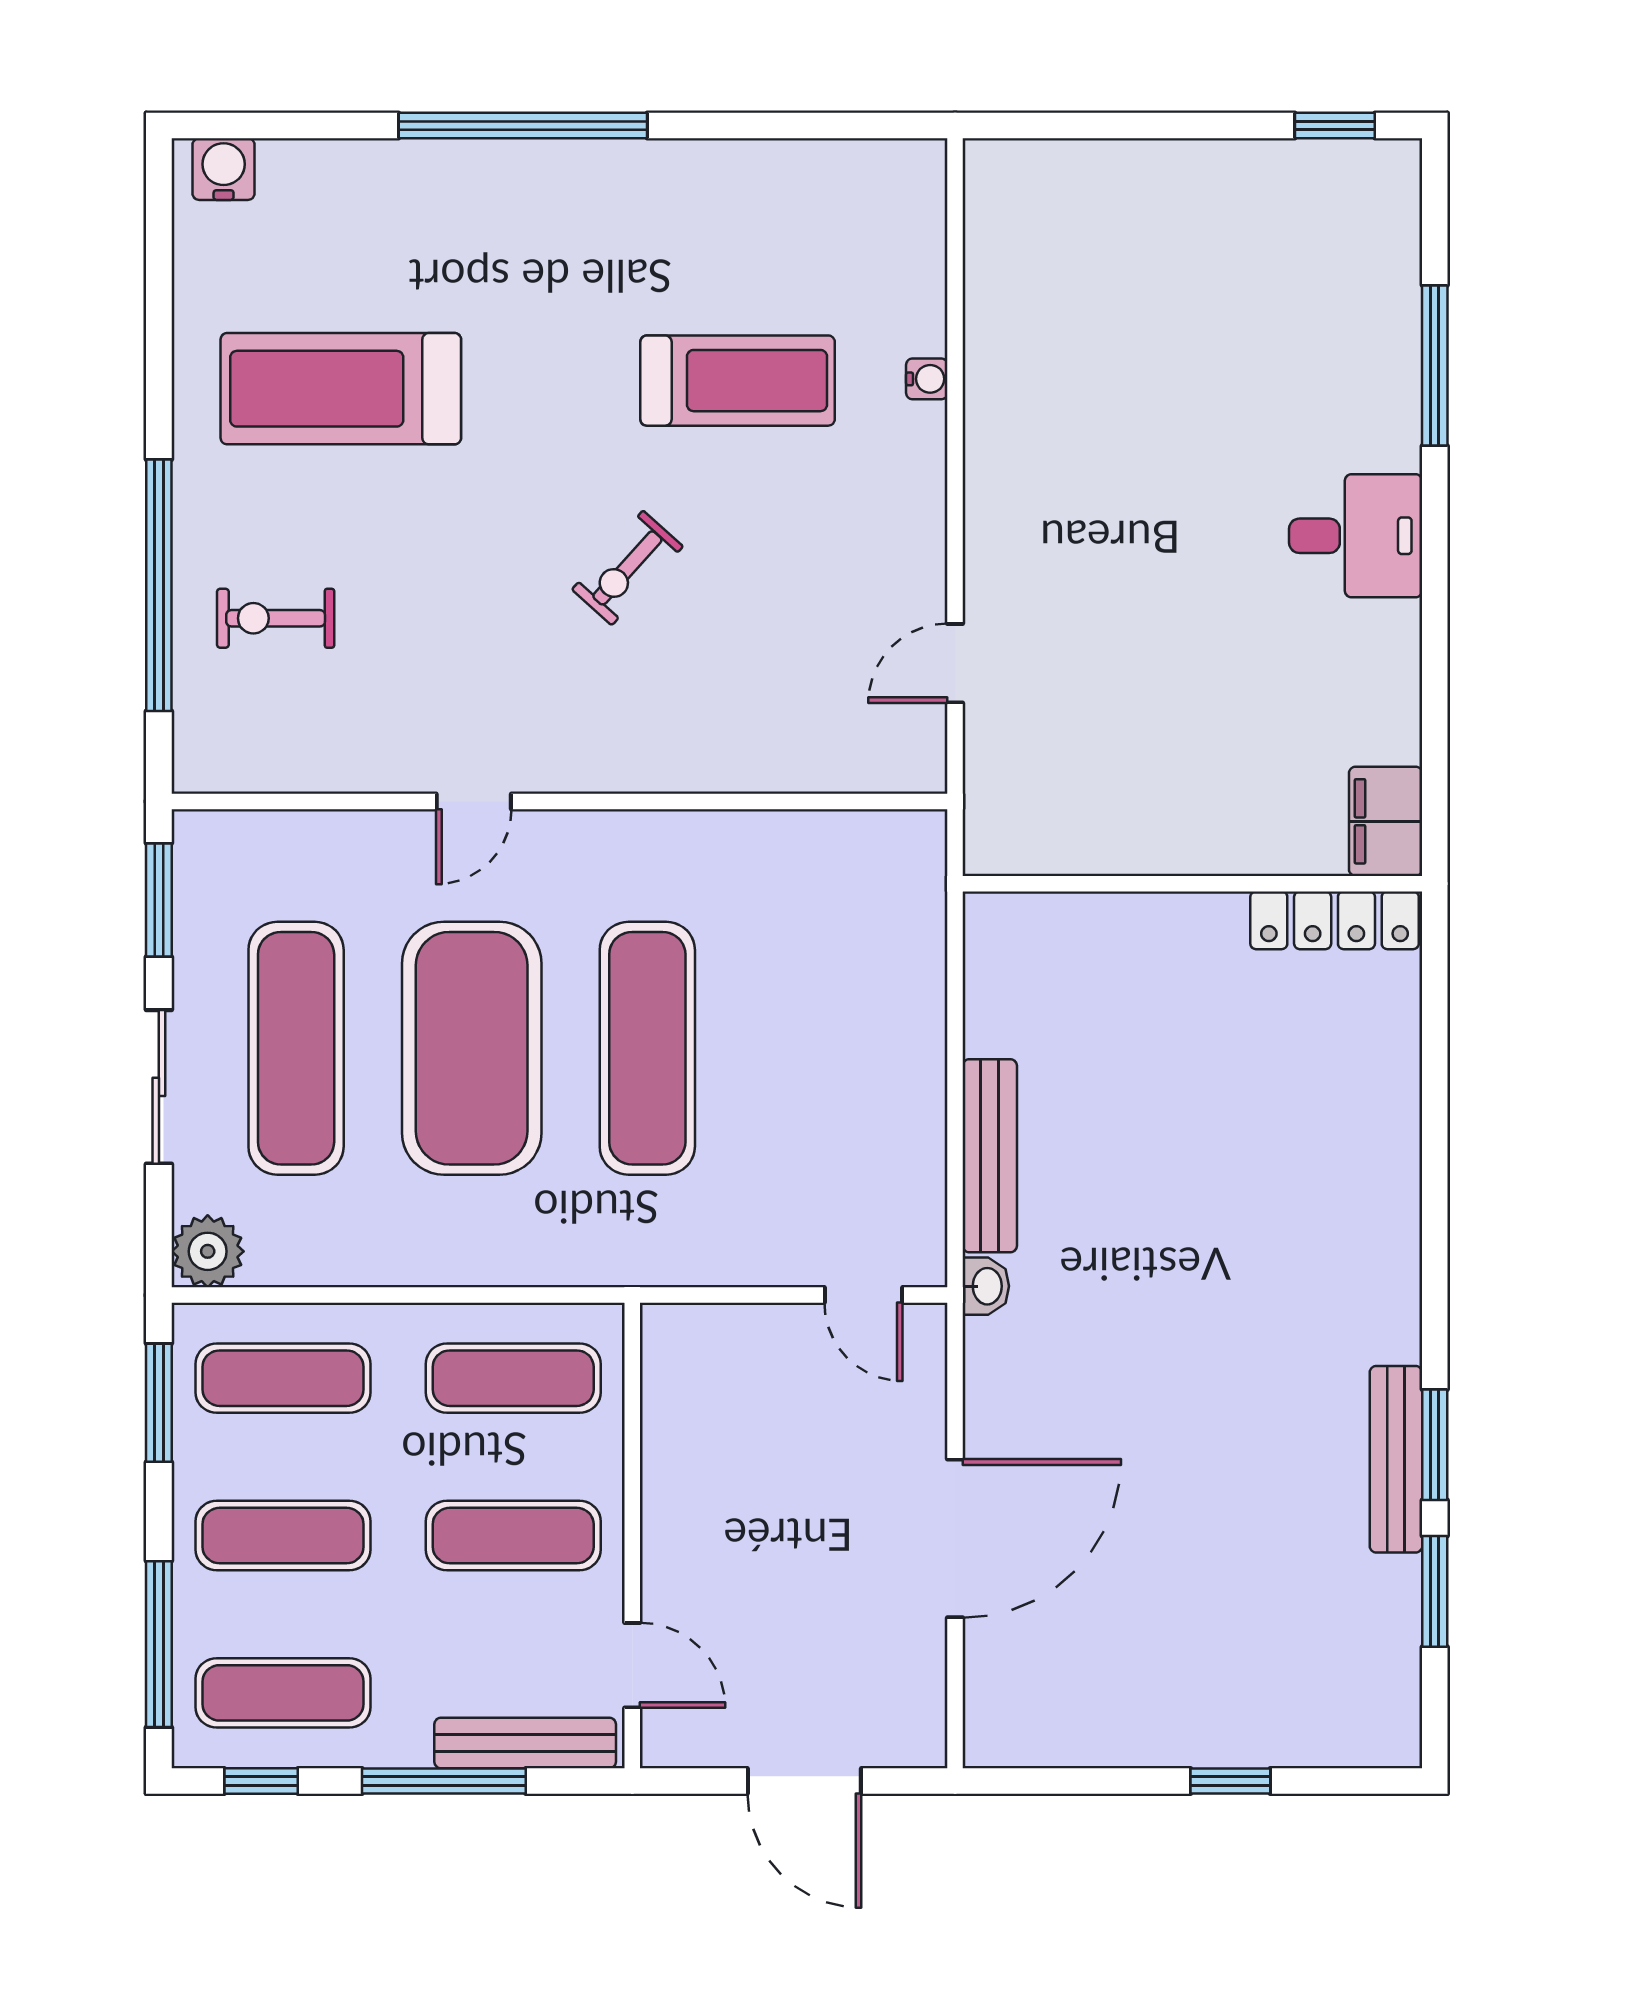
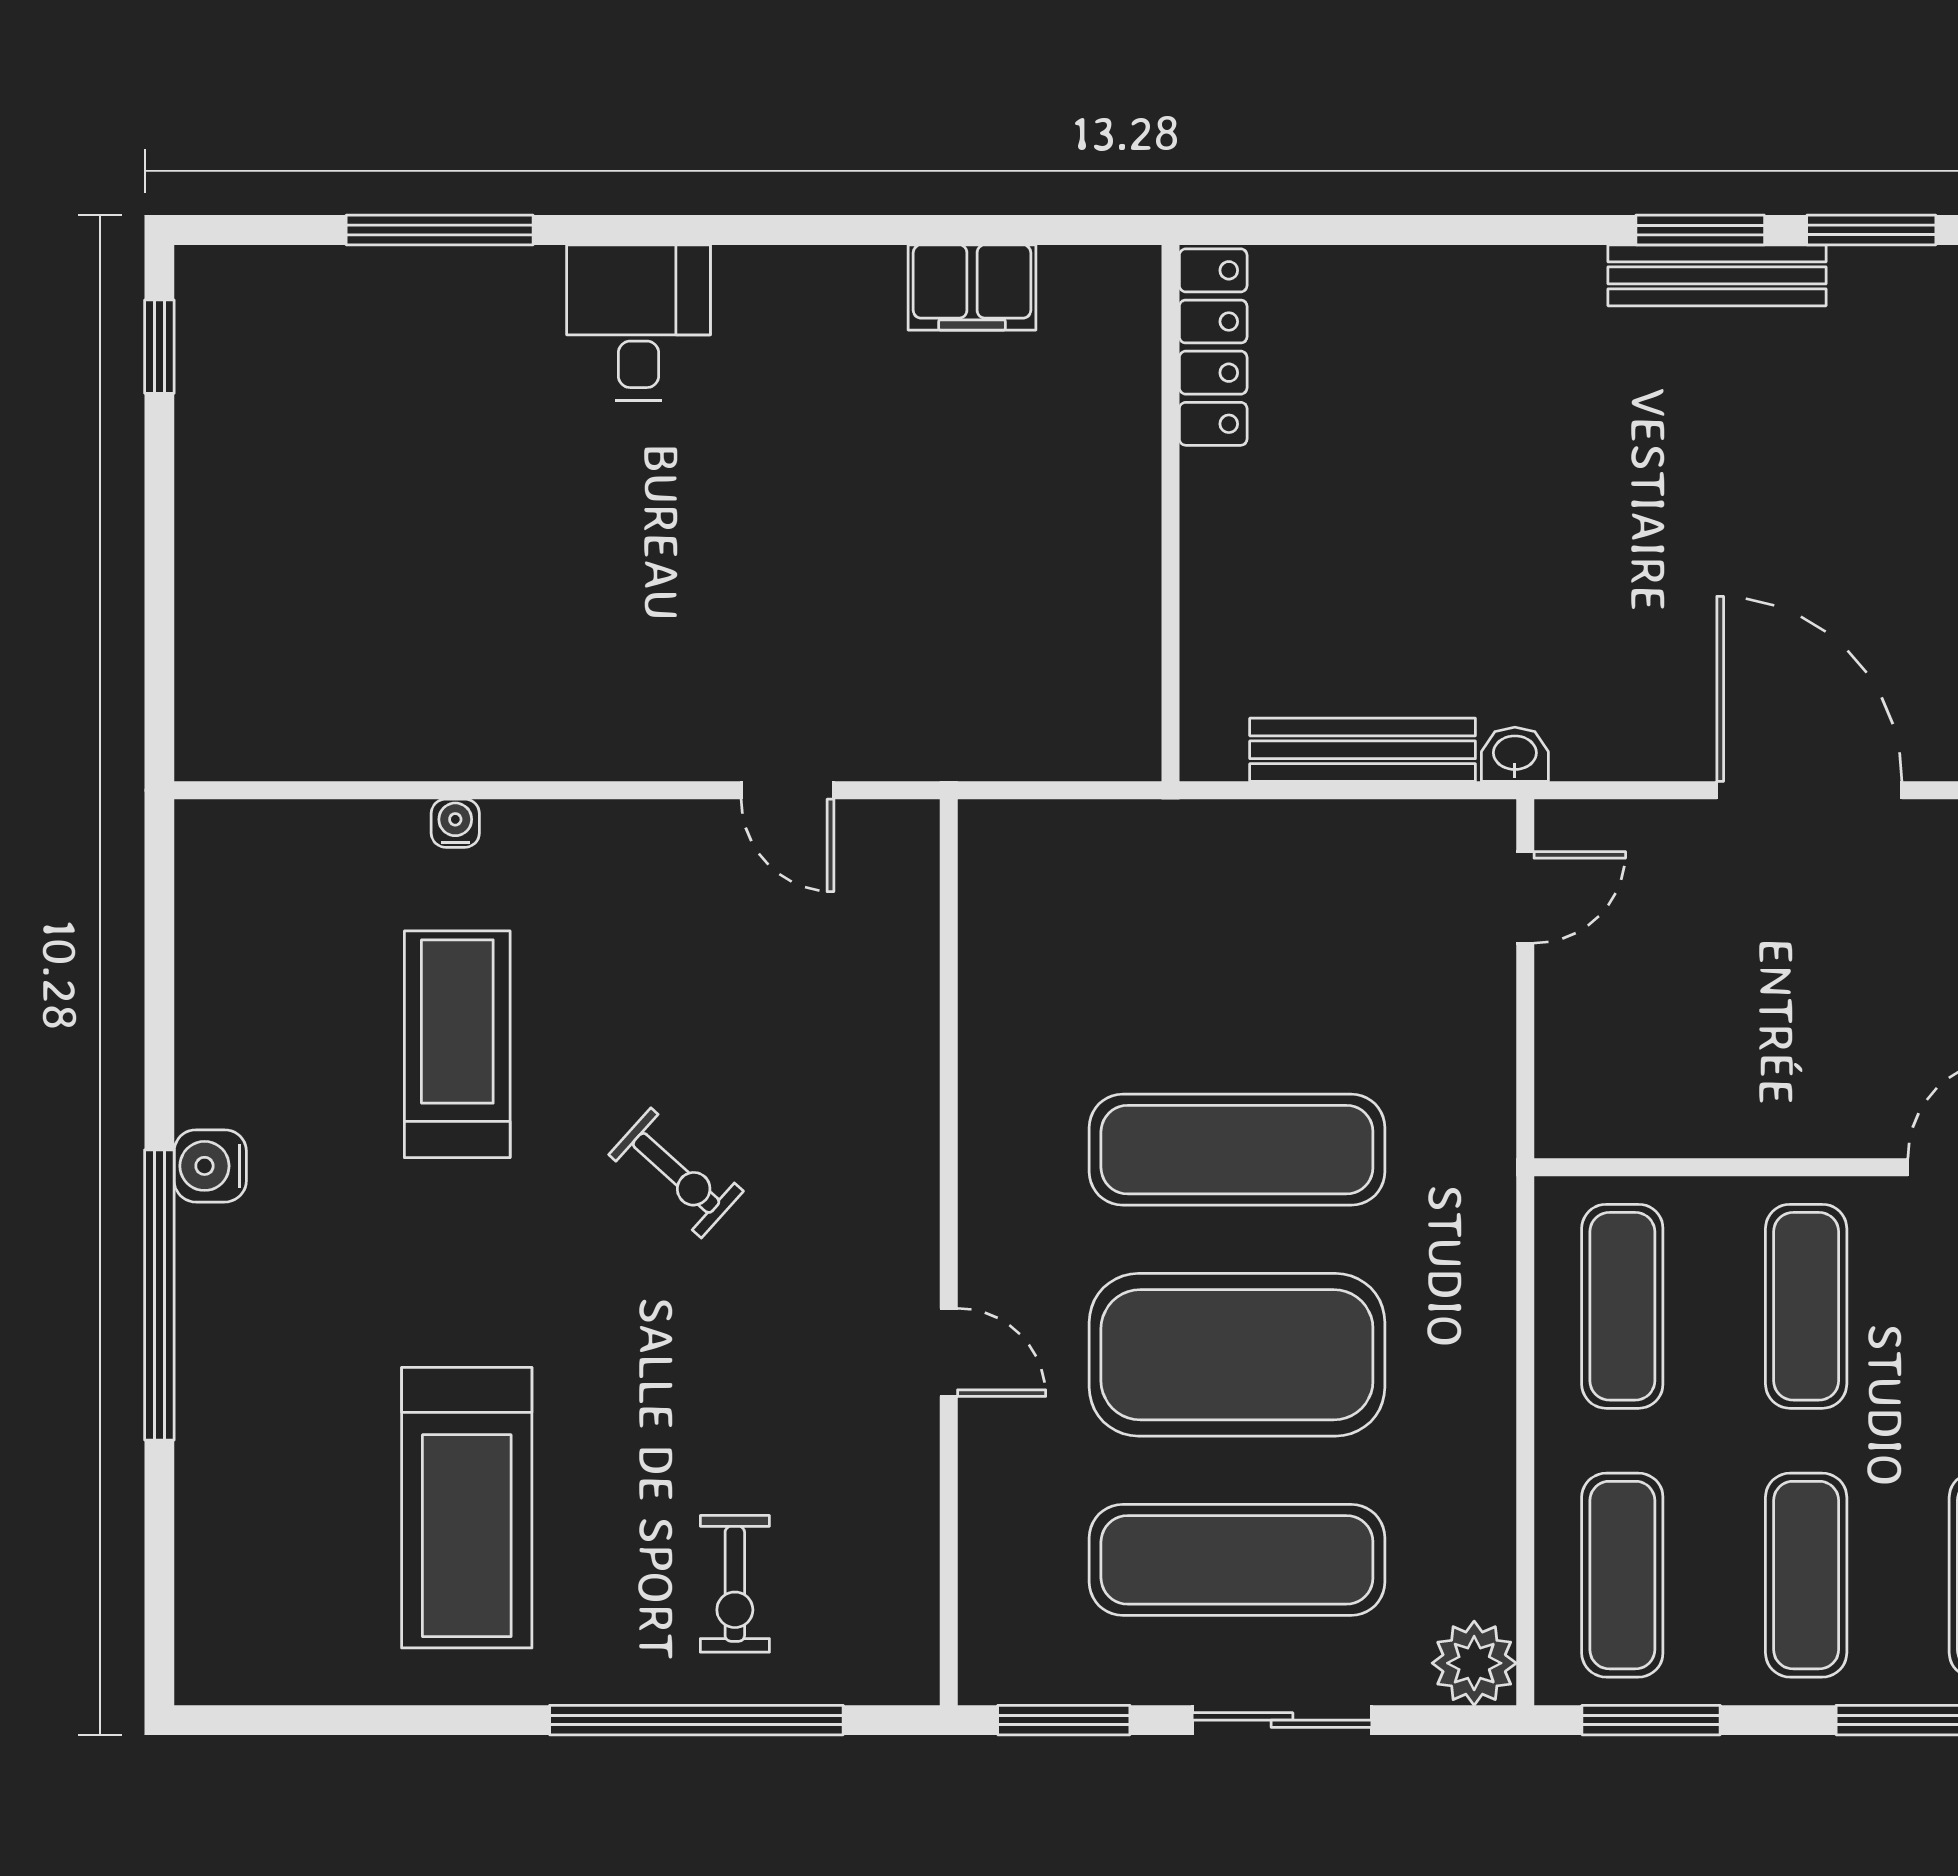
water cooler: (224, 169) -> (210, 1166), moved
wall: (1192, 884) -> (1170, 513), moved
locker: (1335, 920) -> (1213, 347), moved

